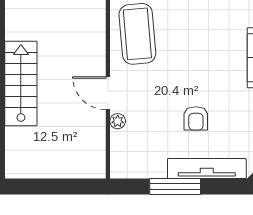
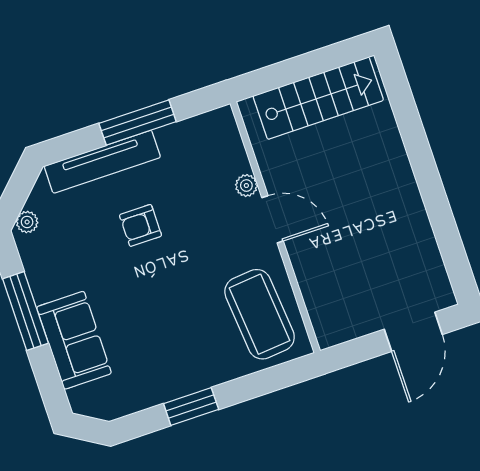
stairs: (21, 84) -> (318, 98), moved, turned -90
armchair: (196, 118) -> (141, 225), turned -90

